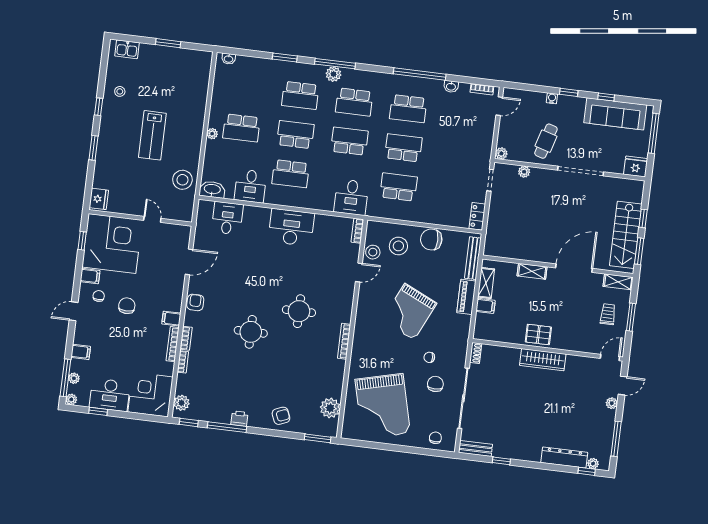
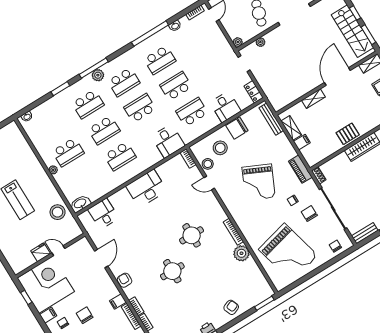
school desk: (295, 135) -> (104, 130), turned 180
desk: (250, 186) -> (225, 107), moved
fridge: (99, 199) -> (41, 252), moved, turned -90
door: (359, 272) -> (209, 183), swing flipped
piano: (466, 297) -> (300, 169), moved
plant: (330, 408) -> (241, 253), moved

